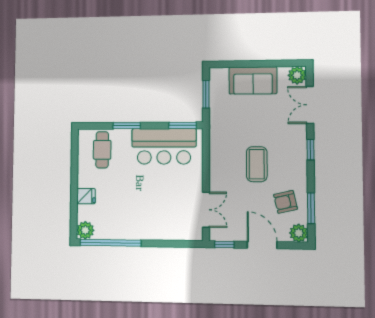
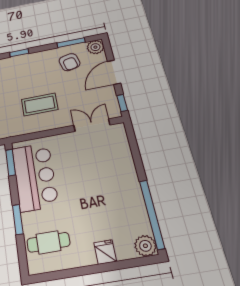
coffee table: (257, 164) -> (40, 104), moved

